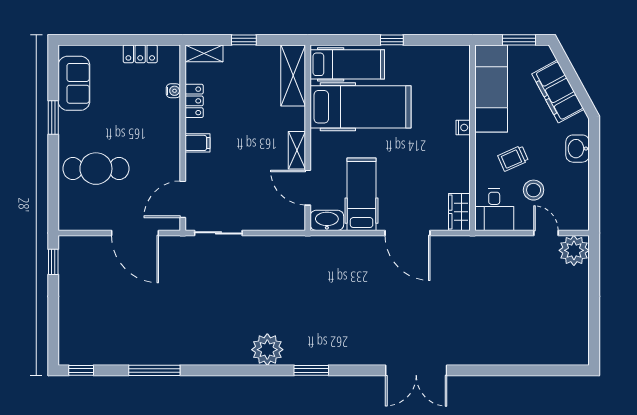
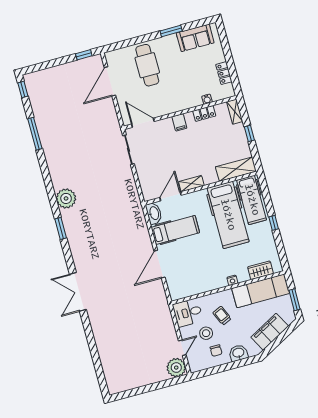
chair: (564, 182) -> (216, 351), added
wardrobe: (459, 212) -> (260, 270), moved
door: (135, 233) -> (110, 81), moved

